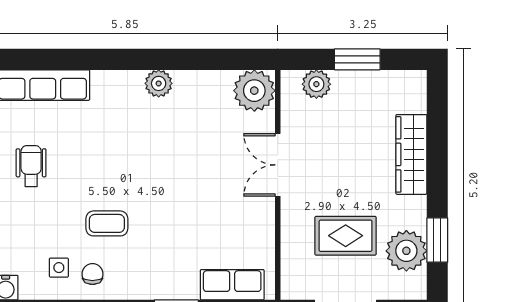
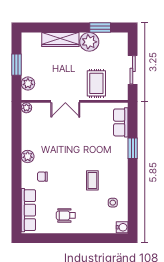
plant: (254, 91) -> (26, 108), width x0.53, depth x0.53
rug: (346, 236) -> (96, 83), moved
plant: (406, 251) -> (89, 42), moved
chair: (92, 274) -> (42, 177), moved

